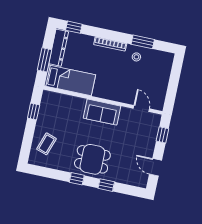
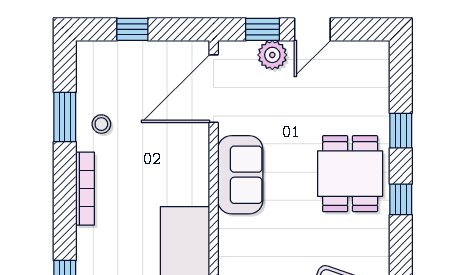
window: (174, 79) -> (132, 29), added
door: (141, 108) -> (214, 89), width x1.88
plant: (151, 137) -> (272, 55), added
door: (156, 167) -> (312, 29), moved

